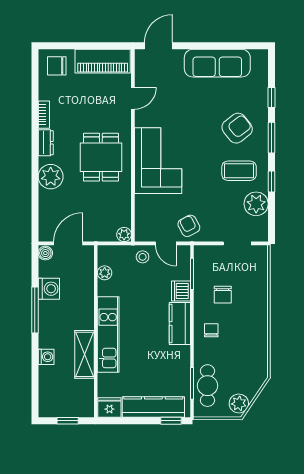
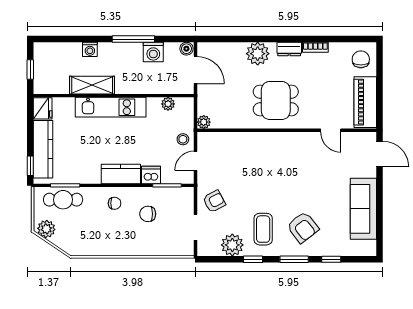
corner sofa: (158, 161) -> (273, 154), removed
armchair: (189, 226) -> (214, 201), moved

